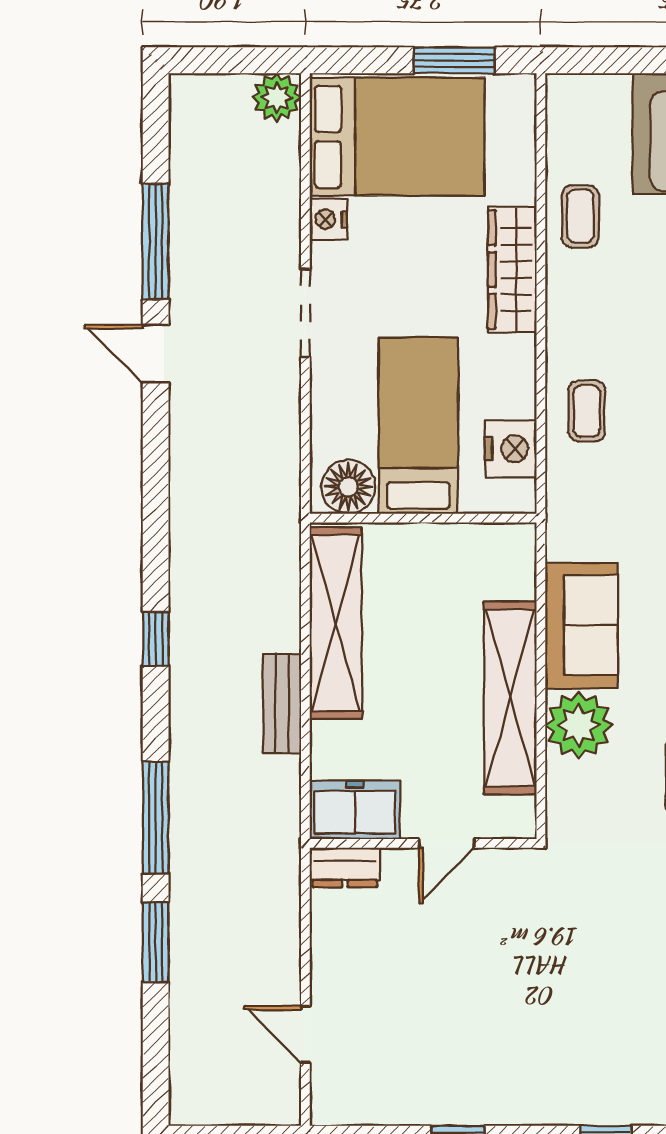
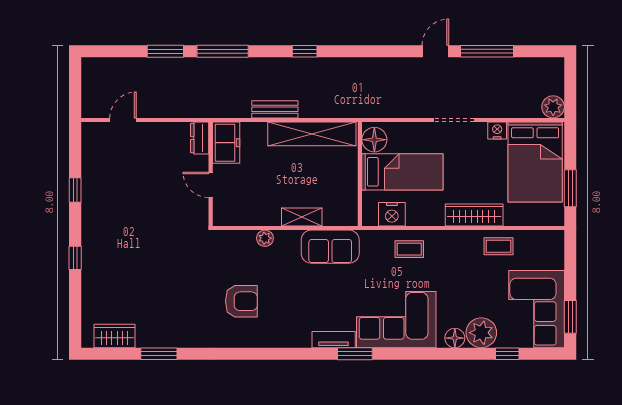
sofa: (581, 625) -> (330, 247), moved
shelving: (510, 698) -> (302, 217), width x0.45, depth x0.75
plant: (579, 725) -> (265, 238), width x0.53, depth x0.53

